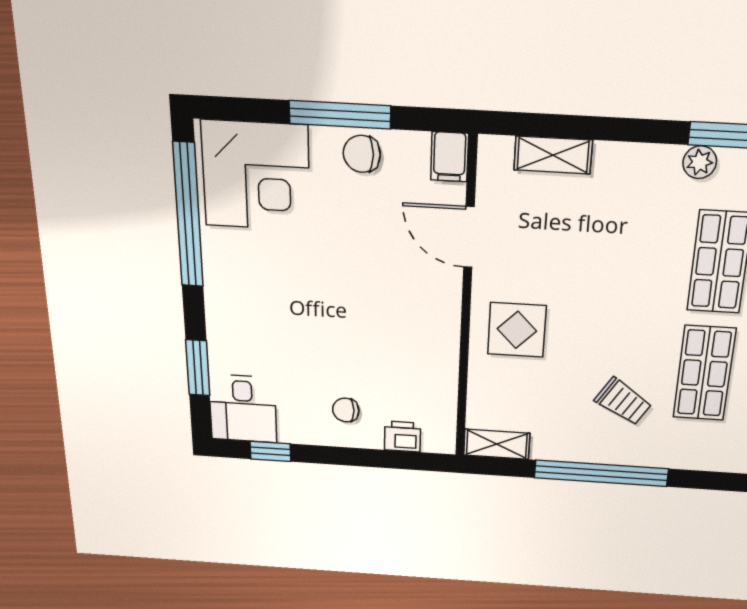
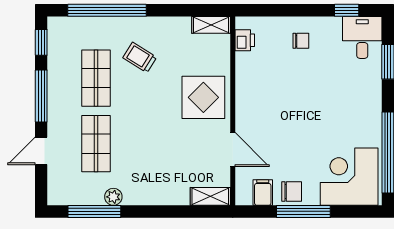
shelving: (553, 155) -> (210, 196), moved
filing cabinet: (450, 157) -> (263, 193), moved
display table: (517, 330) -> (203, 97), width x1.36, depth x1.36
printer: (402, 437) -> (245, 40), moved, turned -90
window: (601, 473) -> (107, 10), moved

